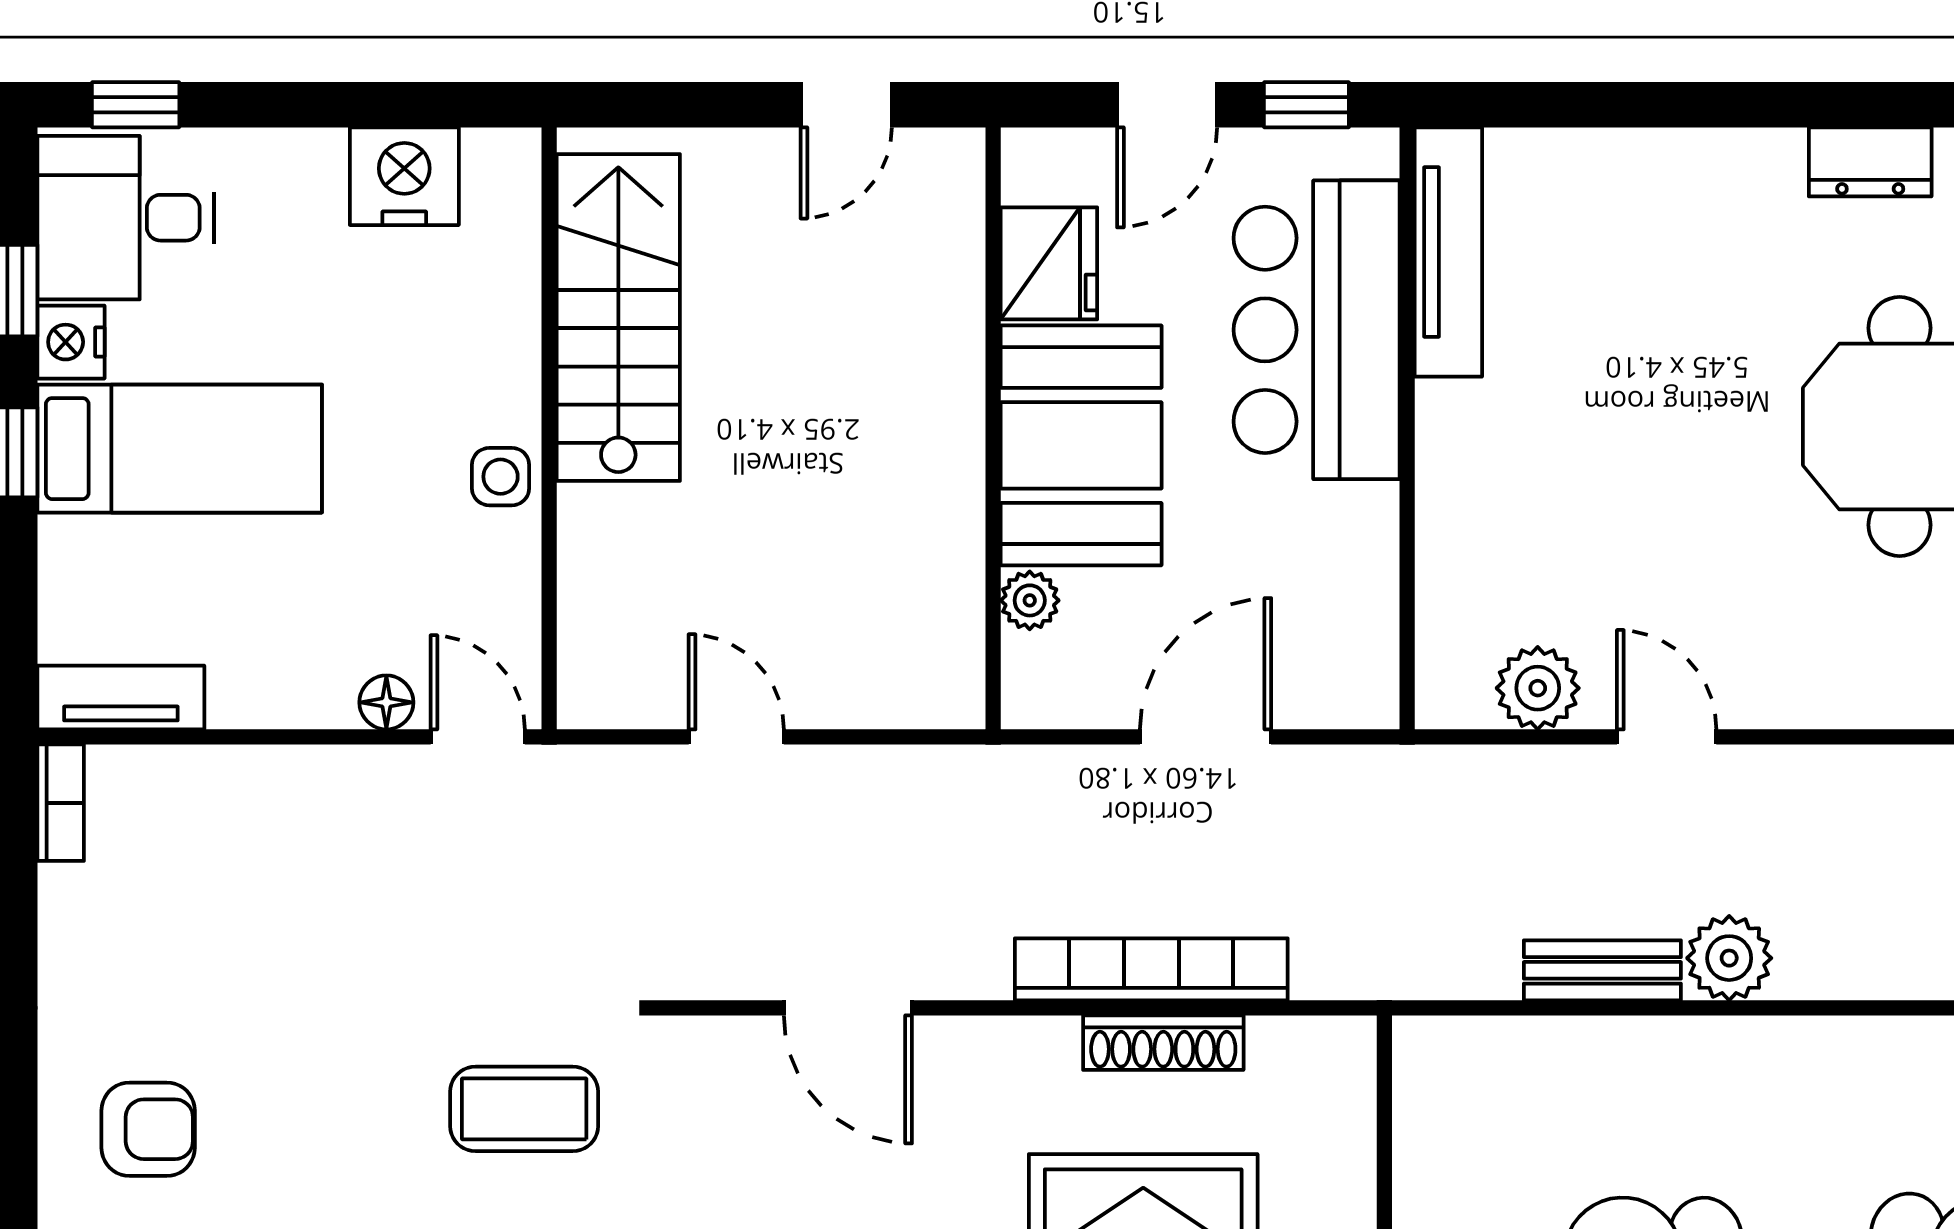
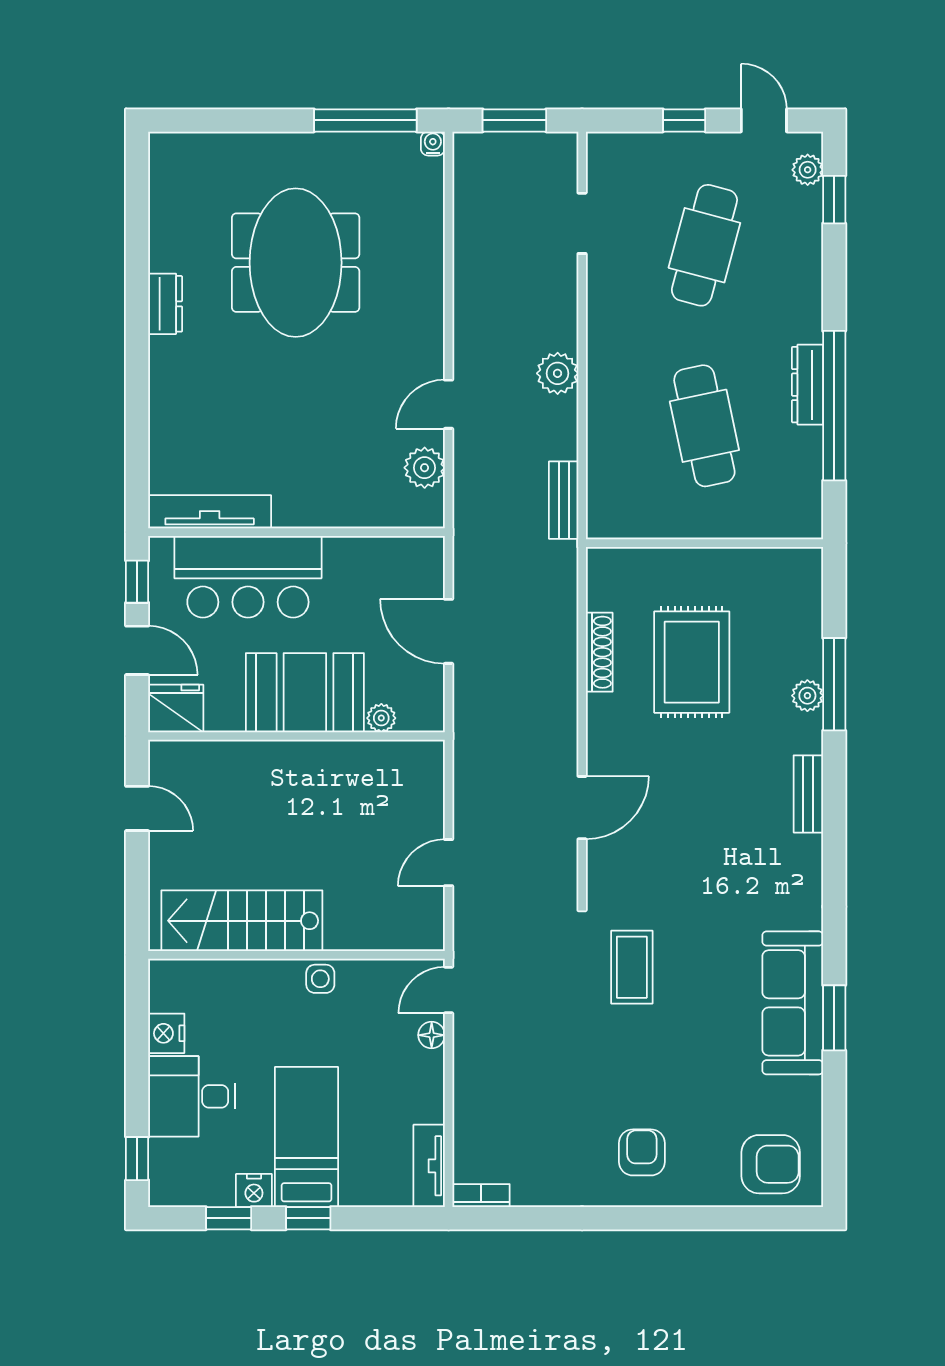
nightstand: (404, 176) -> (166, 1033), width x0.74, depth x0.75
desk: (126, 218) -> (192, 1096), moved, turned 90
fridge: (1049, 263) -> (176, 709), moved
bookcase: (1151, 969) -> (563, 658), removed
bench: (1602, 970) -> (564, 500), moved

